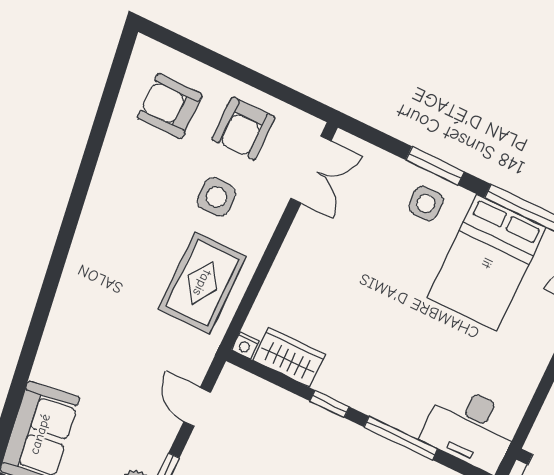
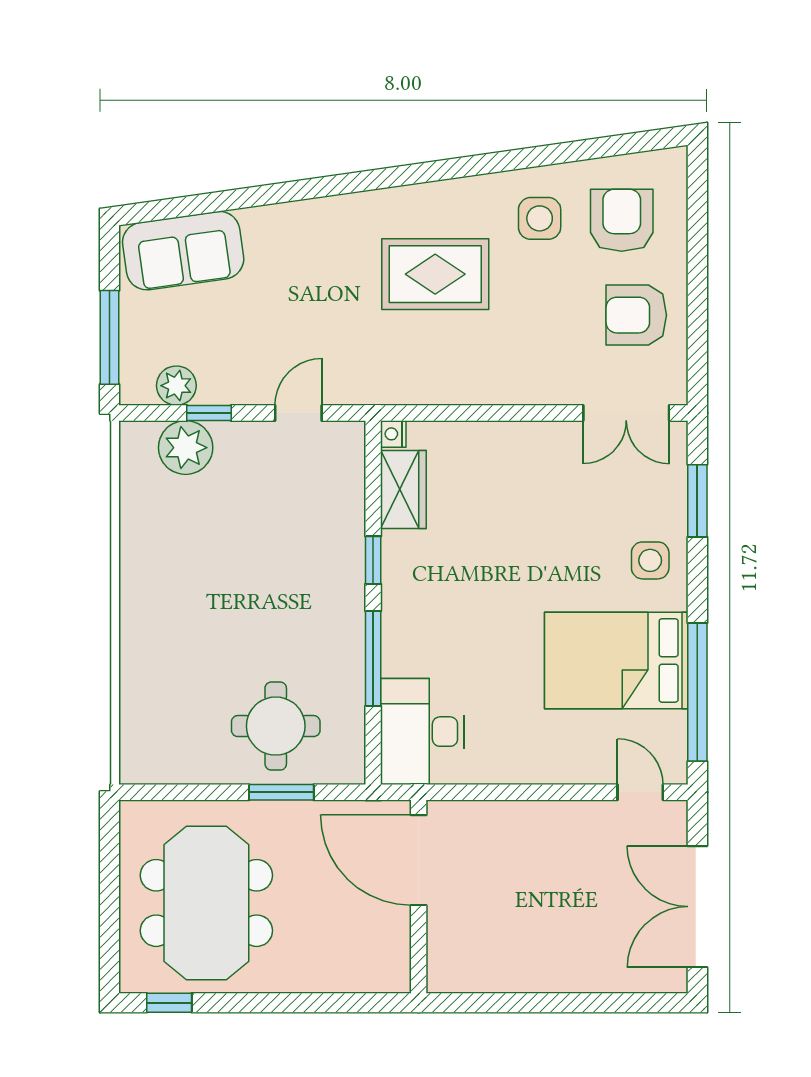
window: (435, 166) -> (697, 501), moved
side table: (216, 197) -> (540, 218), moved
rug: (202, 283) -> (435, 274), moved

